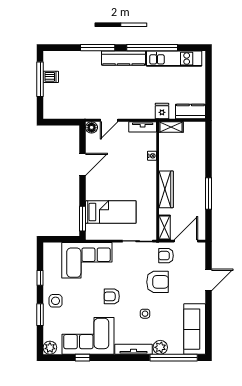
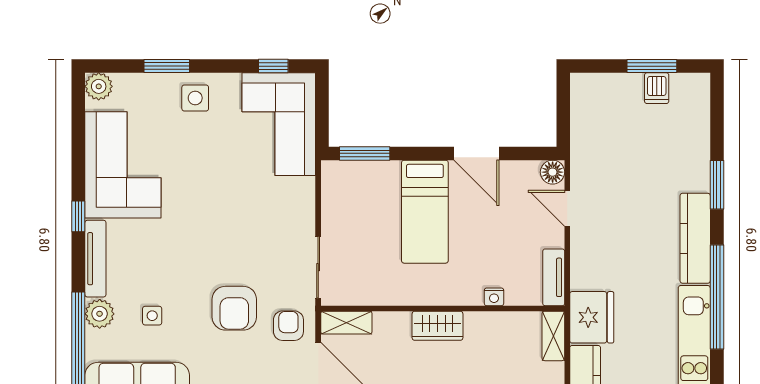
window: (98, 48) -> (717, 185), width x0.69
window: (40, 79) -> (652, 66), width x0.69
fridge: (162, 111) -> (592, 317), width x1.88, depth x1.34
wardrobe: (166, 189) -> (438, 326), width x0.67
bed: (111, 212) -> (425, 212), moved
corner sofa: (87, 260) -> (279, 124), moved
window: (40, 278) -> (273, 66), moved
armchair: (112, 296) -> (204, 214), removed
side table: (145, 314) -> (152, 316), moved
window: (83, 358) -> (78, 216), moved

